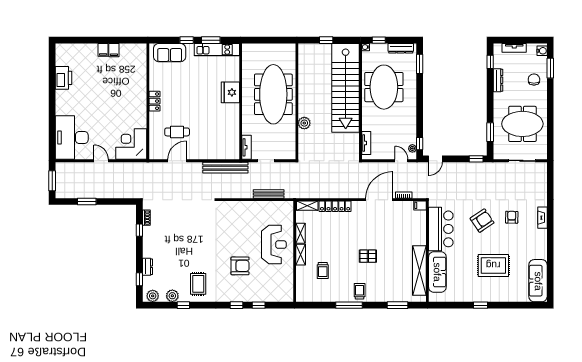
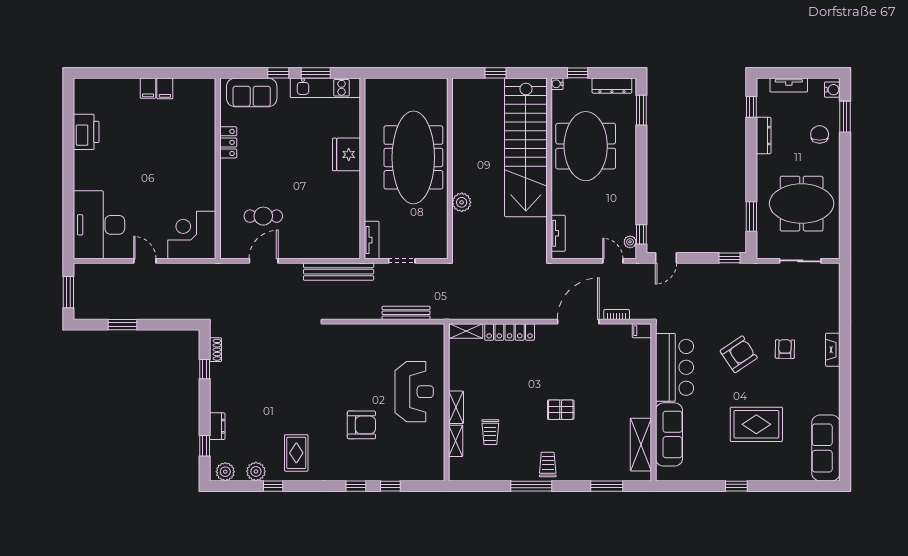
locker: (155, 101) -> (228, 142), moved
shelving: (300, 233) -> (456, 441), moved
shelving: (419, 271) -> (641, 445), width x0.68

